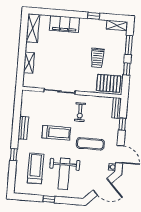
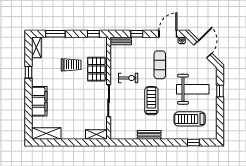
shelving: (29, 63) -> (96, 135), moved
window: (127, 69) -> (93, 34), moved
pallet: (109, 83) -> (96, 69), moved
window: (14, 155) -> (193, 142), moved
window: (49, 199) -> (220, 91), moved

